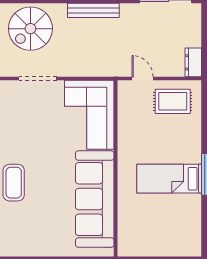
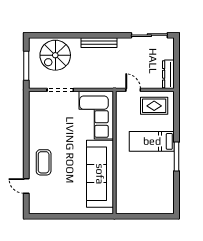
dresser: (193, 62) -> (168, 74), width x1.44
bed: (169, 179) -> (152, 141), moved

